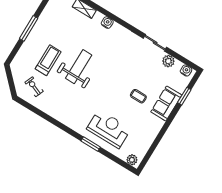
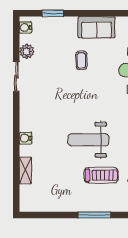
window: (29, 28) -> (94, 215), moved
treadmill: (48, 60) -> (101, 175), turned 180
sofa: (166, 103) -> (97, 27), moved

